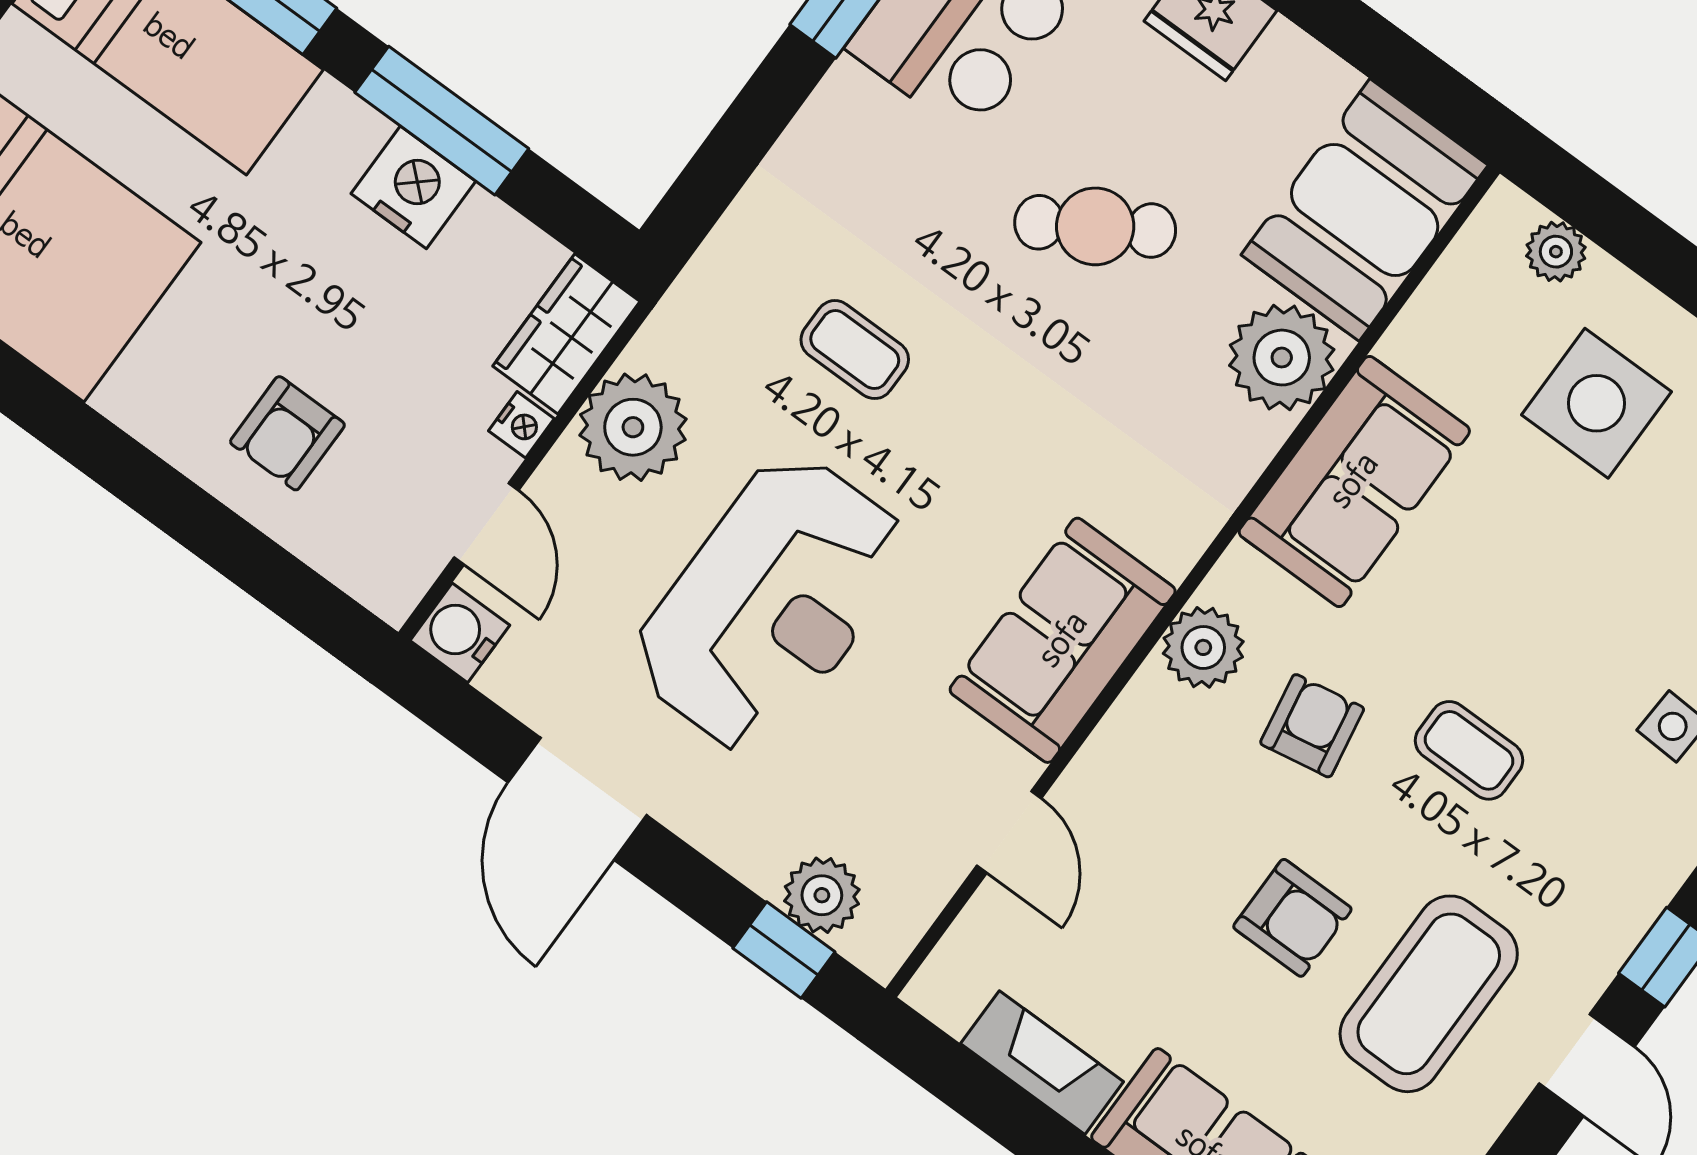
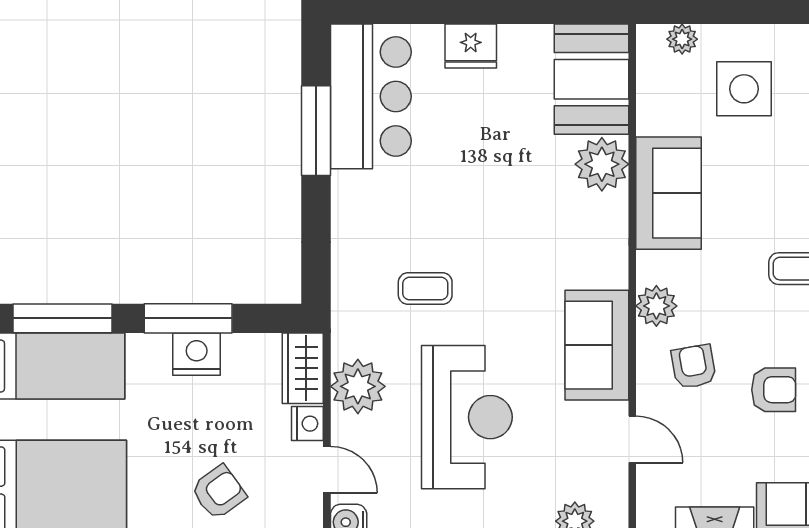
cafe table: (1095, 226) -> (487, 166), removed
nightstand: (521, 425) -> (307, 424), width x1.39, depth x1.35
armchair: (287, 433) -> (219, 492), turned -126
armchair: (1312, 726) -> (694, 367), moved

